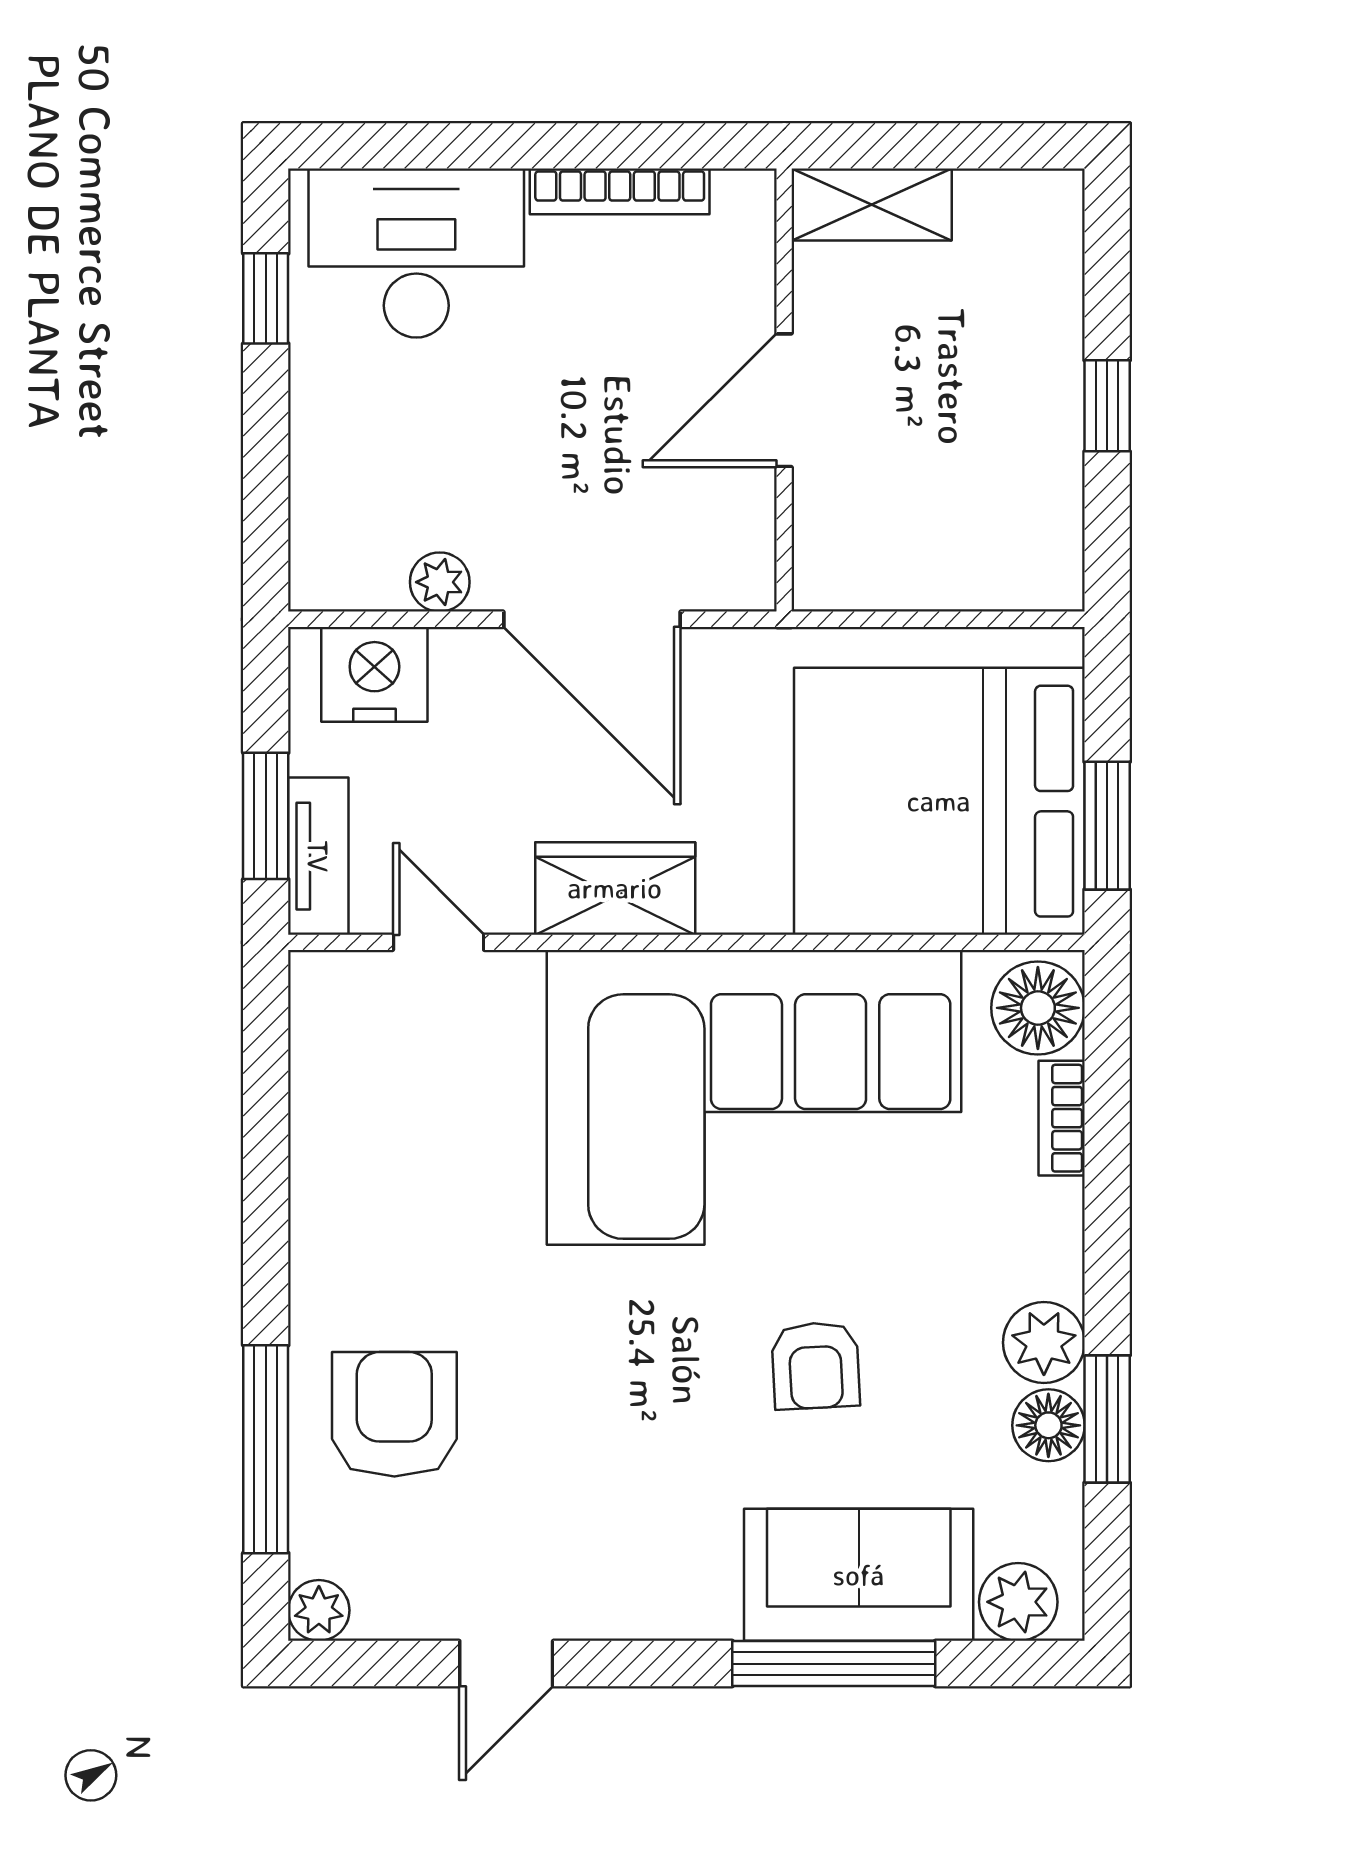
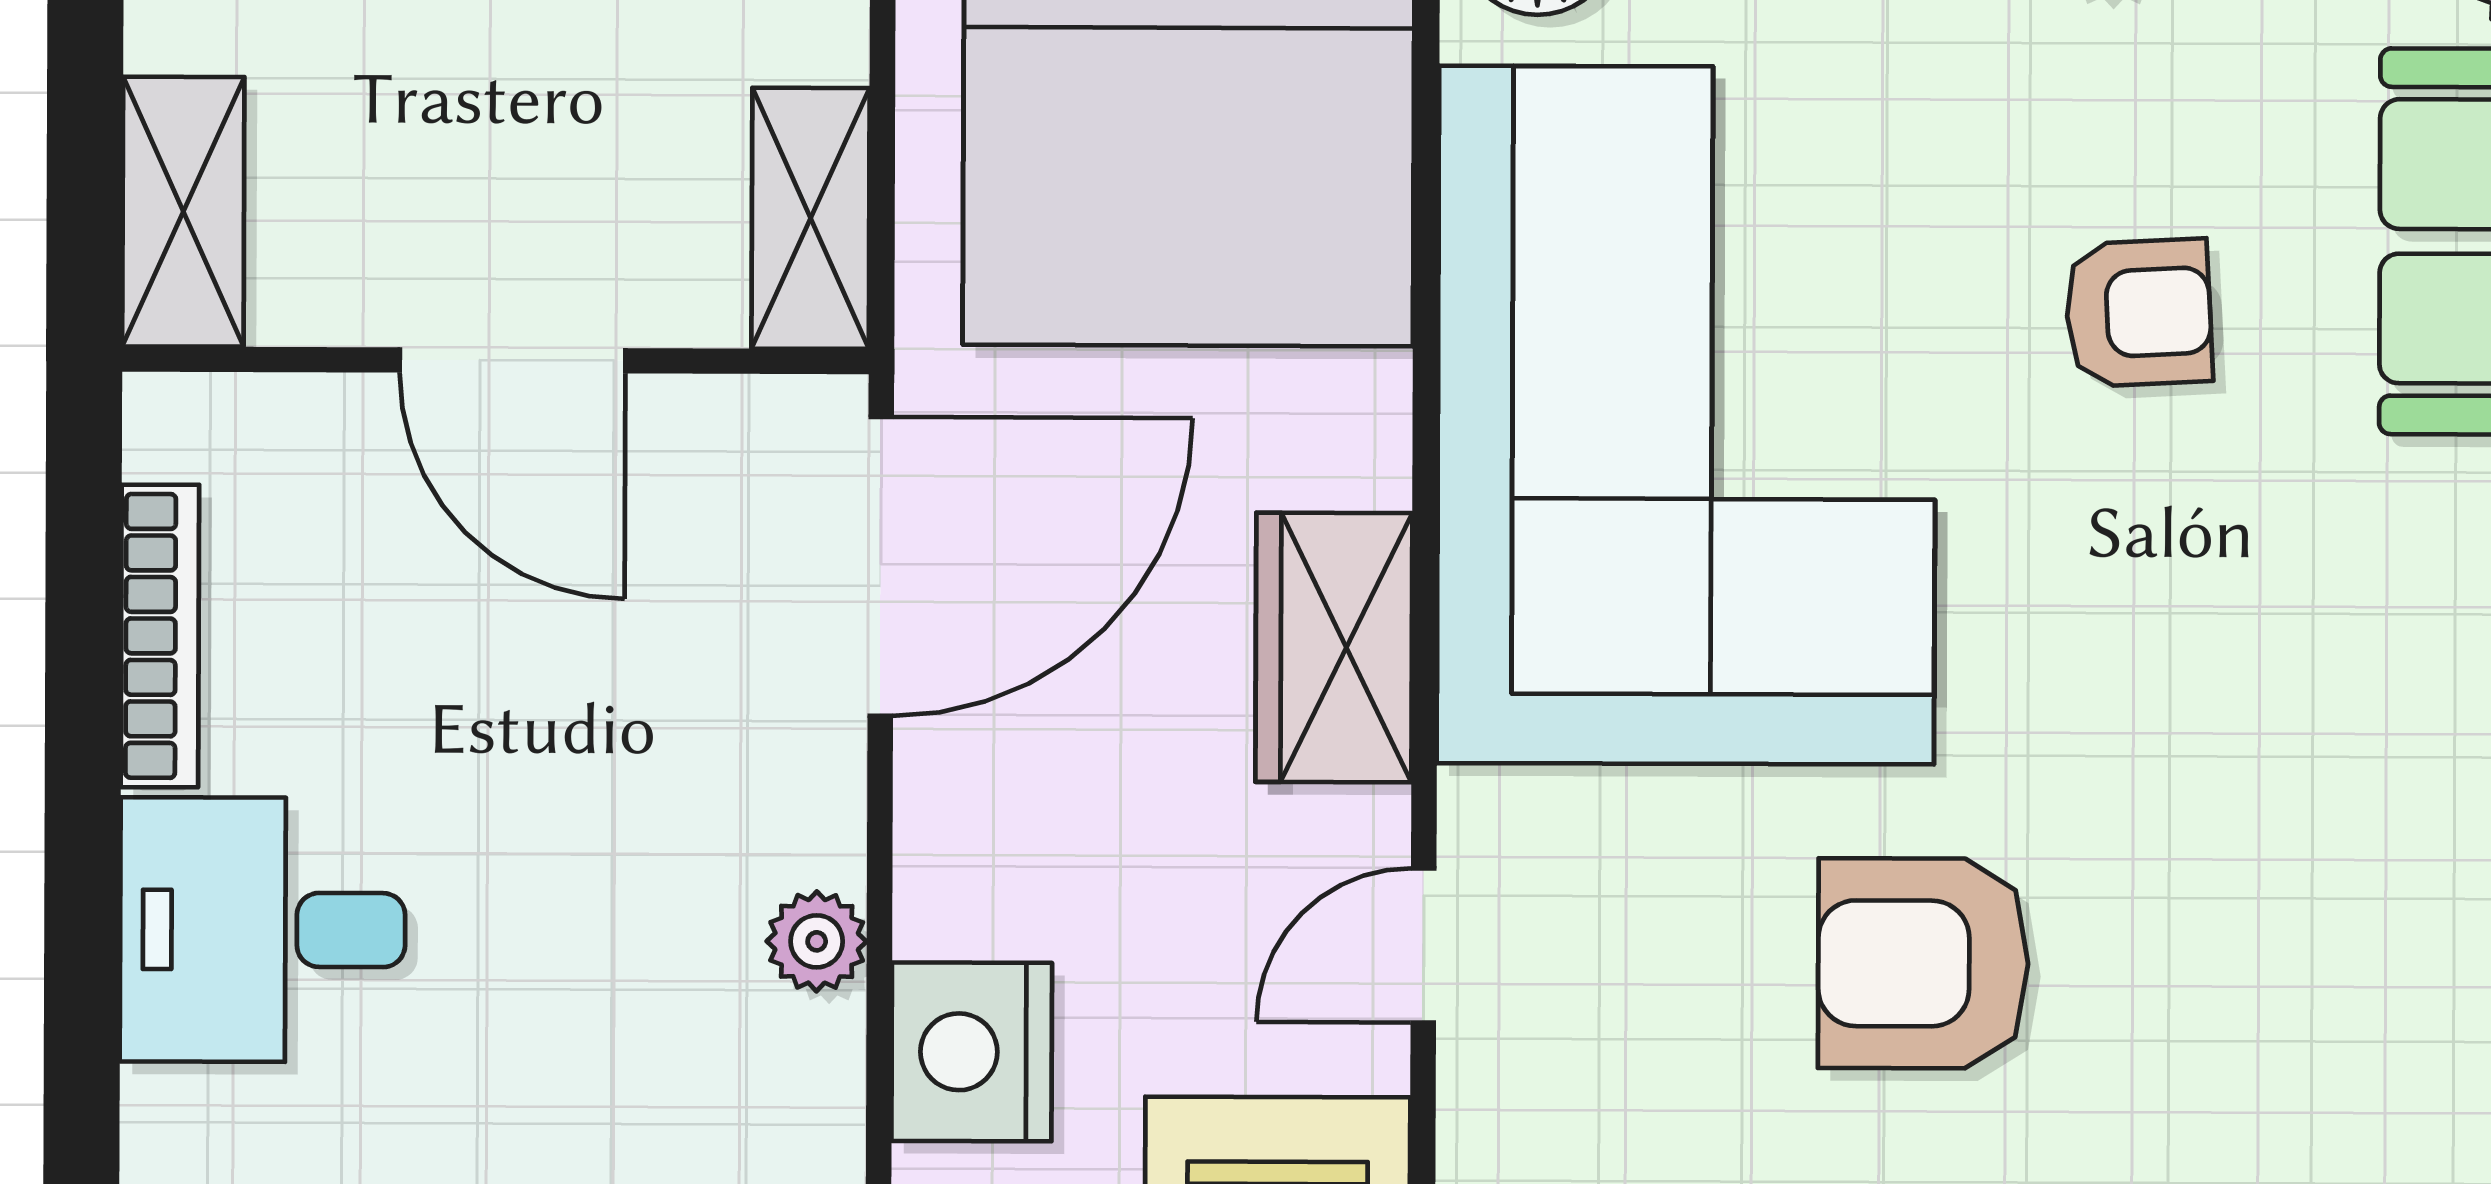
desk: (416, 253) -> (263, 930), width x0.73
shelving: (869, 577) -> (811, 218), added
door: (592, 619) -> (881, 566), moved
armchair: (394, 1414) -> (1923, 963), moved

